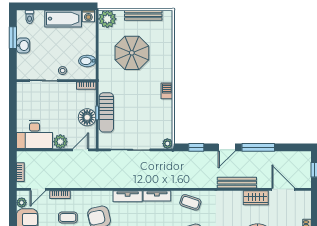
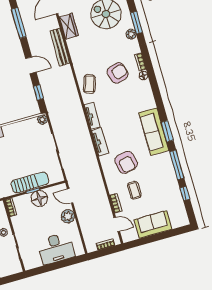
desk: (34, 135) -> (56, 249), moved, turned 90
window: (258, 147) -> (19, 23), moved
plant: (22, 203) -> (133, 236), removed

